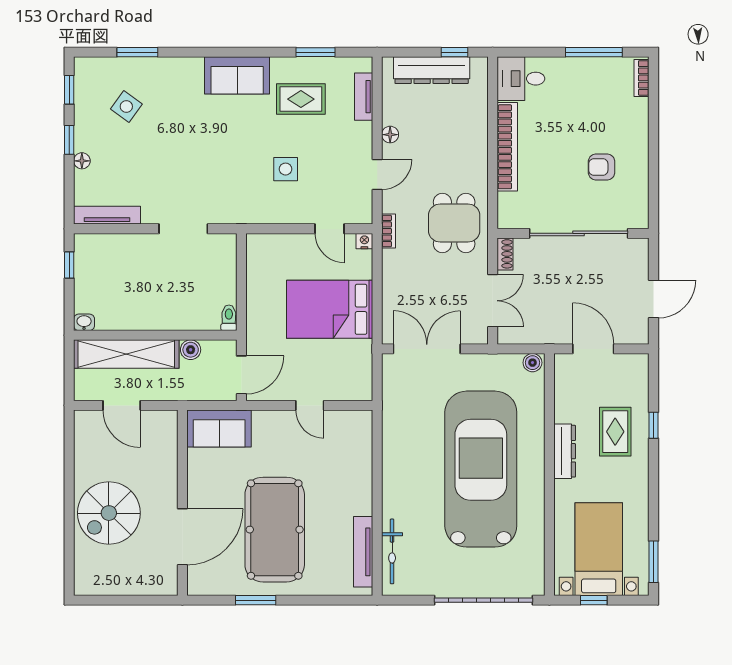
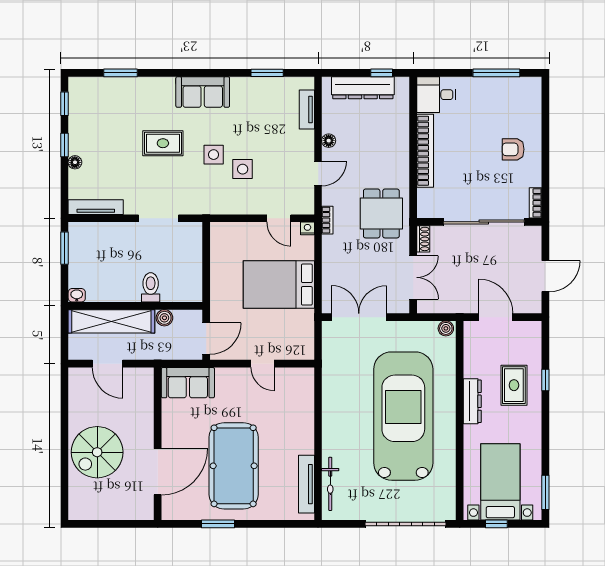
bookcase: (642, 78) -> (536, 203), moved
rug: (301, 99) -> (163, 143), moved
side table: (126, 107) -> (214, 155), moved, turned -36
armchair: (602, 167) -> (513, 149), moved
window: (69, 265) -> (64, 248), width x1.50
toilet: (229, 318) -> (151, 287), moved, width x1.37, depth x1.39

